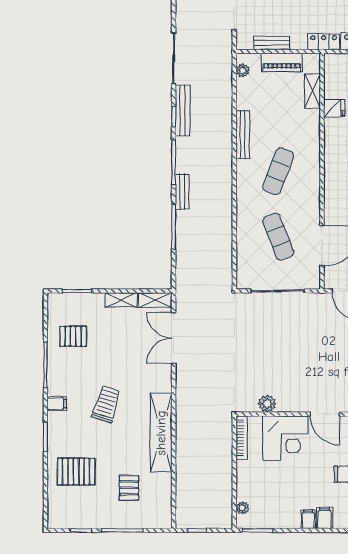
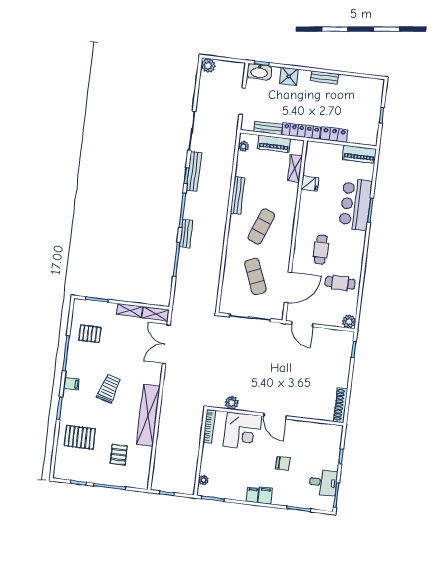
locker: (324, 42) -> (301, 131), width x1.53

